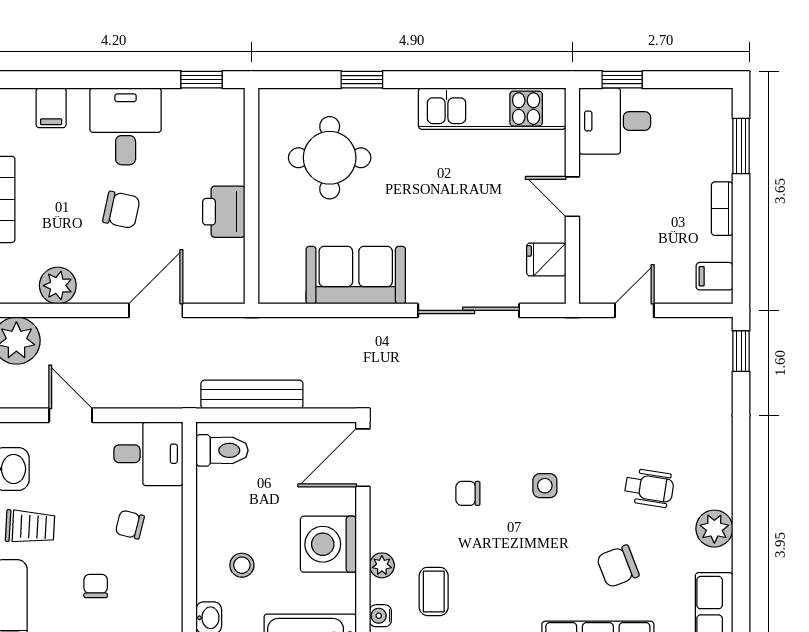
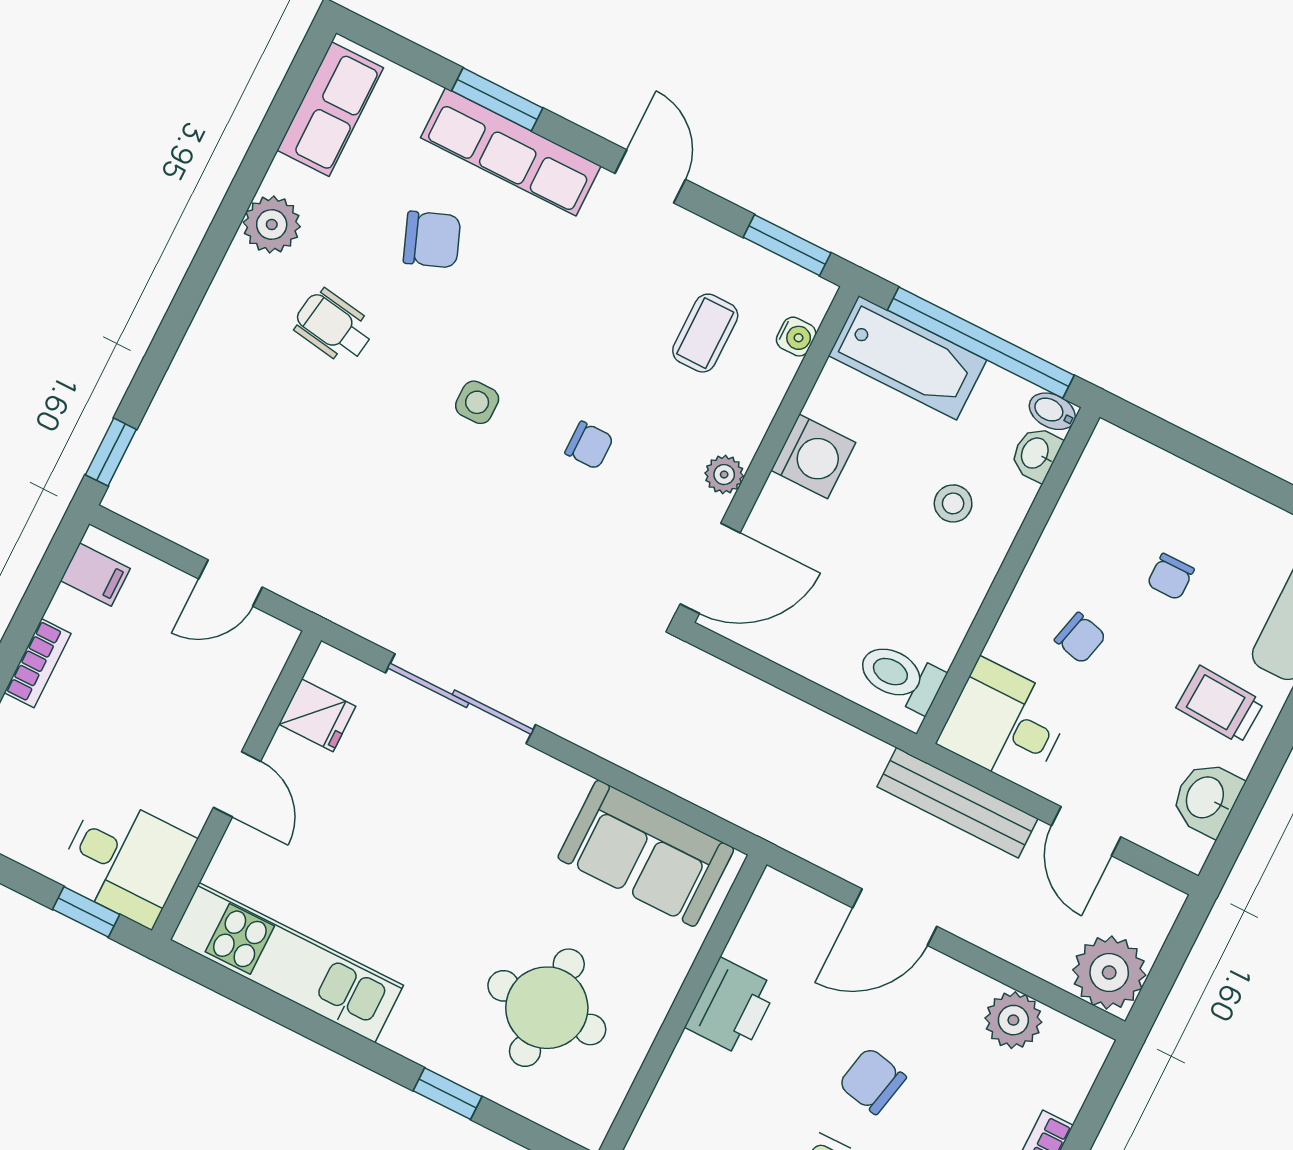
sofa: (356, 275) -> (646, 853), moved
bench: (252, 394) -> (957, 803), moved
washing machine: (328, 544) -> (813, 456), width x0.73, depth x0.73
plant: (382, 565) -> (724, 475), moved

